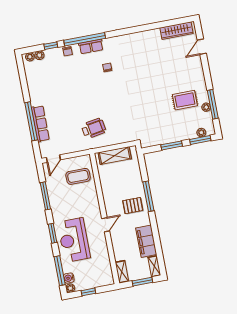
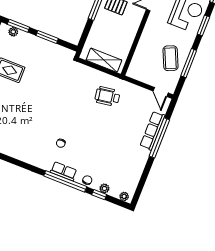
plant: (39, 55) -> (104, 188), moved
door: (53, 159) -> (161, 92), swing flipped
coffee table: (78, 176) -> (171, 58), moved, turned 66

